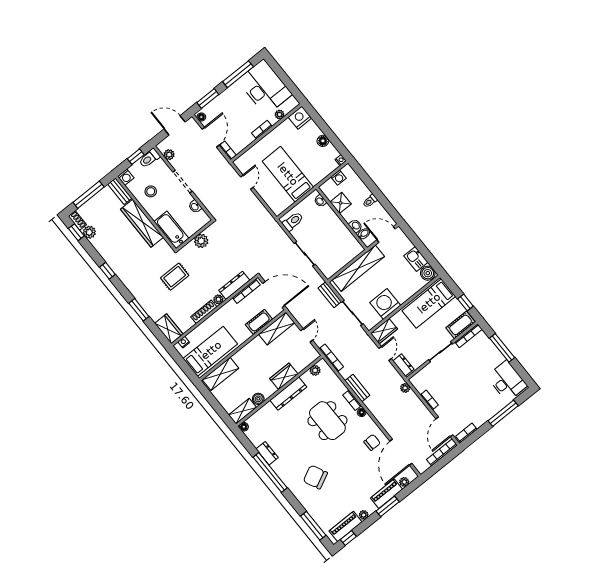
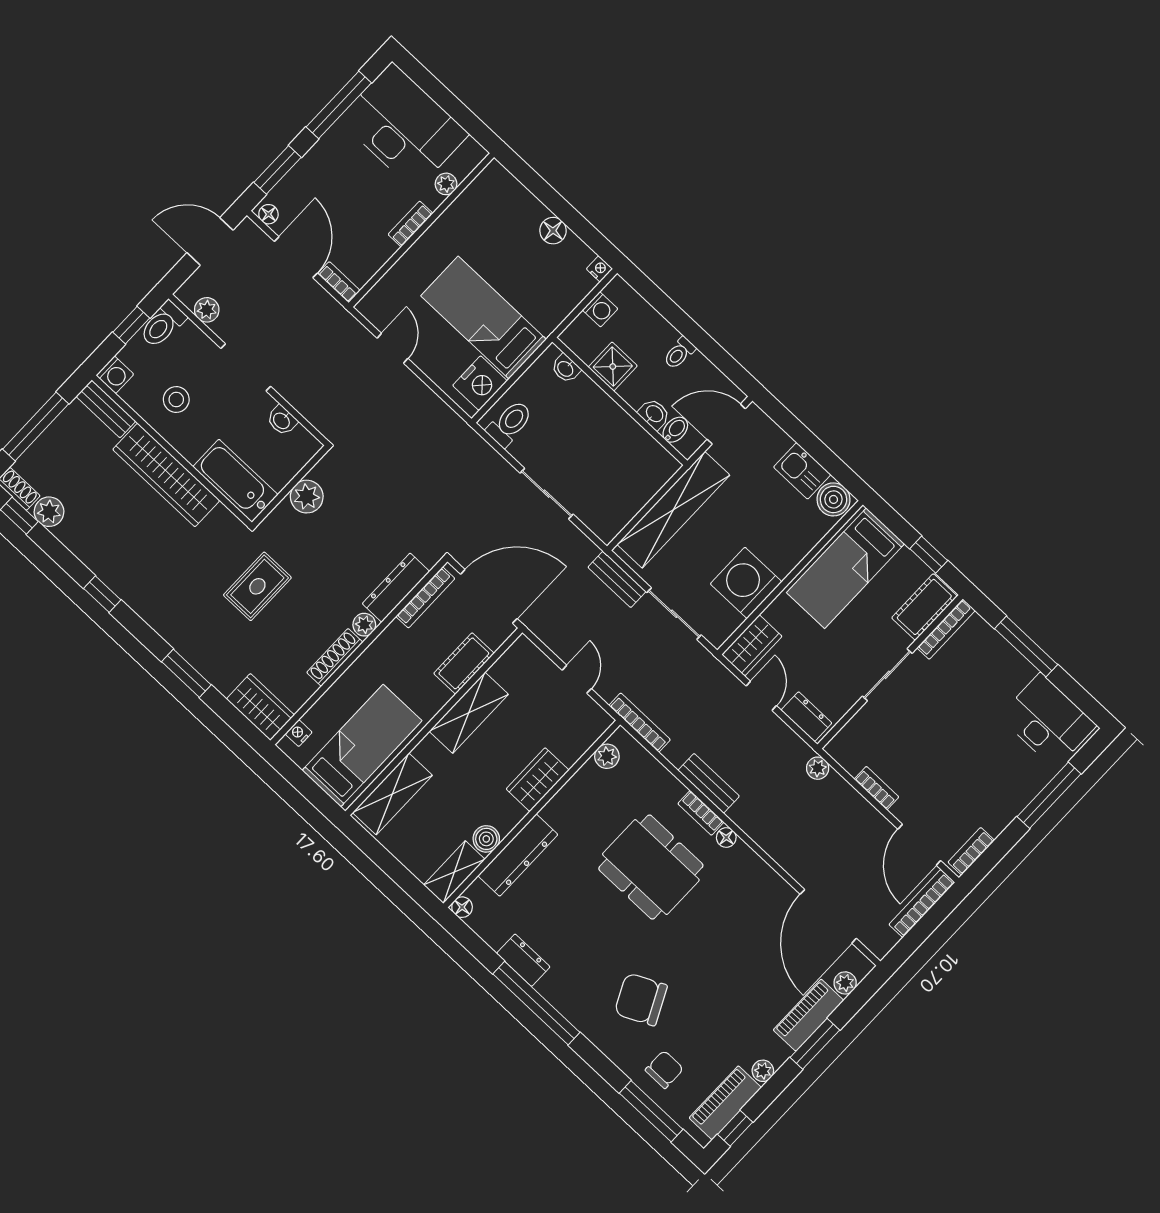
nightstand: (300, 118) -> (480, 383), moved, turned 180
shelving: (277, 329) -> (469, 713), moved
dresser: (288, 394) -> (518, 855), moved
chair: (372, 442) -> (664, 1069), moved

